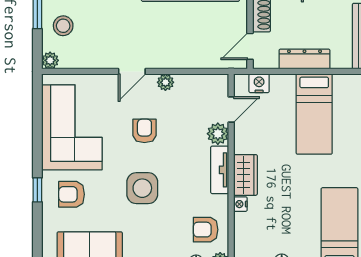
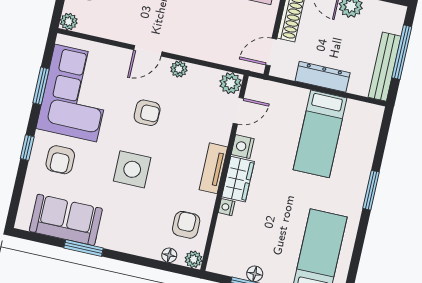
nightstand: (259, 83) -> (243, 147), moved, turned -90
window: (37, 128) -> (41, 86), added
armchair: (144, 131) -> (147, 113), turned 90
plant: (218, 134) -> (231, 83), moved
armchair: (72, 194) -> (60, 160), turned -90
armchair: (206, 230) -> (186, 225), turned 90

